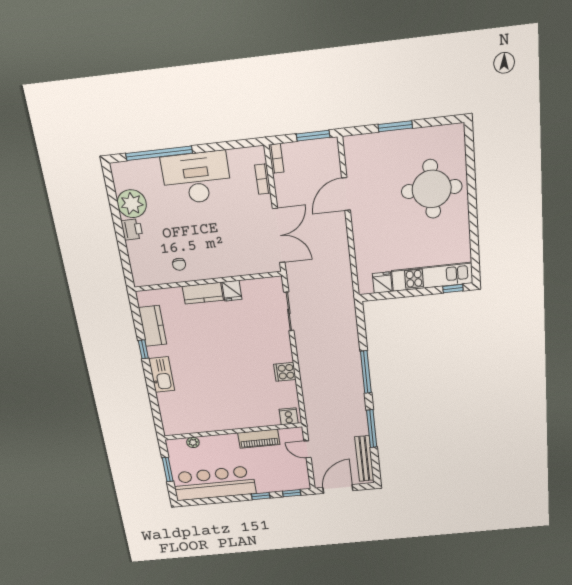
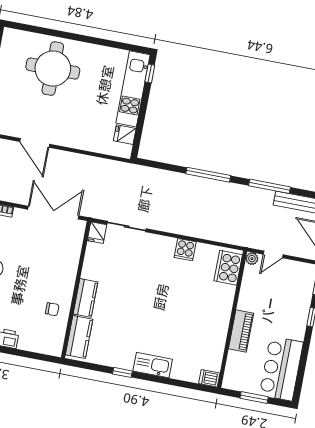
fridge: (232, 291) -> (97, 233), moved, turned 90
kitchen counter: (153, 326) -> (79, 337), moved, turned 90
cooker: (289, 416) -> (228, 268), width x1.87, depth x1.31
dishwasher: (170, 427) -> (209, 378), added
piano: (259, 439) -> (241, 331), moved
plant: (193, 442) -> (252, 259), moved
bar counter: (214, 483) -> (281, 369), width x0.73

